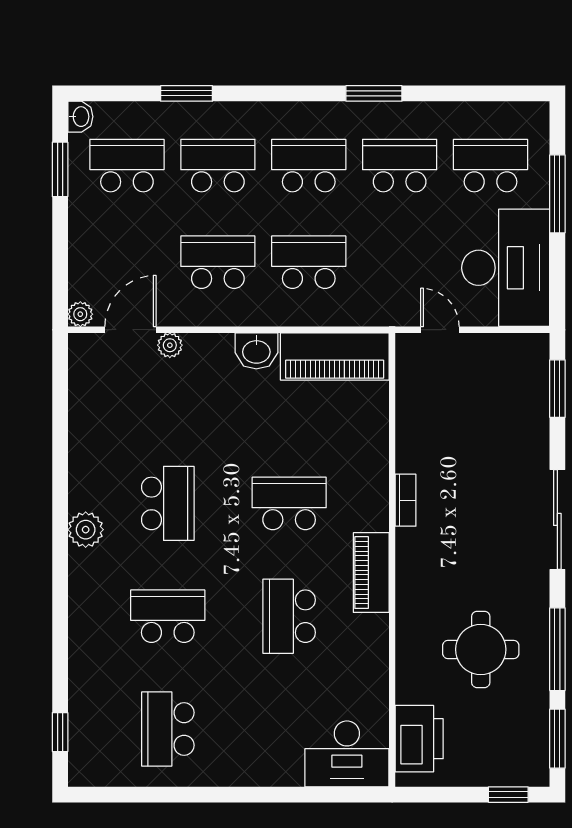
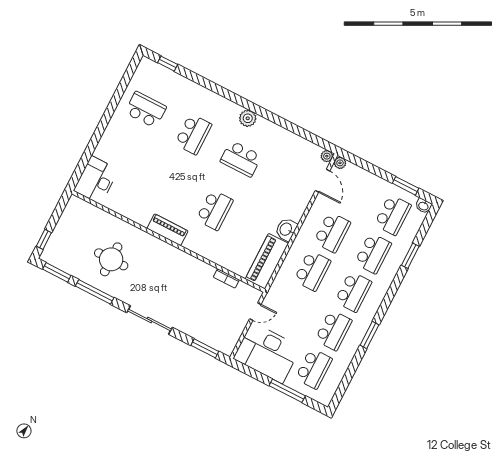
plant: (170, 345) -> (327, 156), moved
bookcase: (406, 500) -> (226, 278), moved
school desk: (289, 616) -> (167, 186), removed
printer: (419, 739) -> (87, 214), removed

